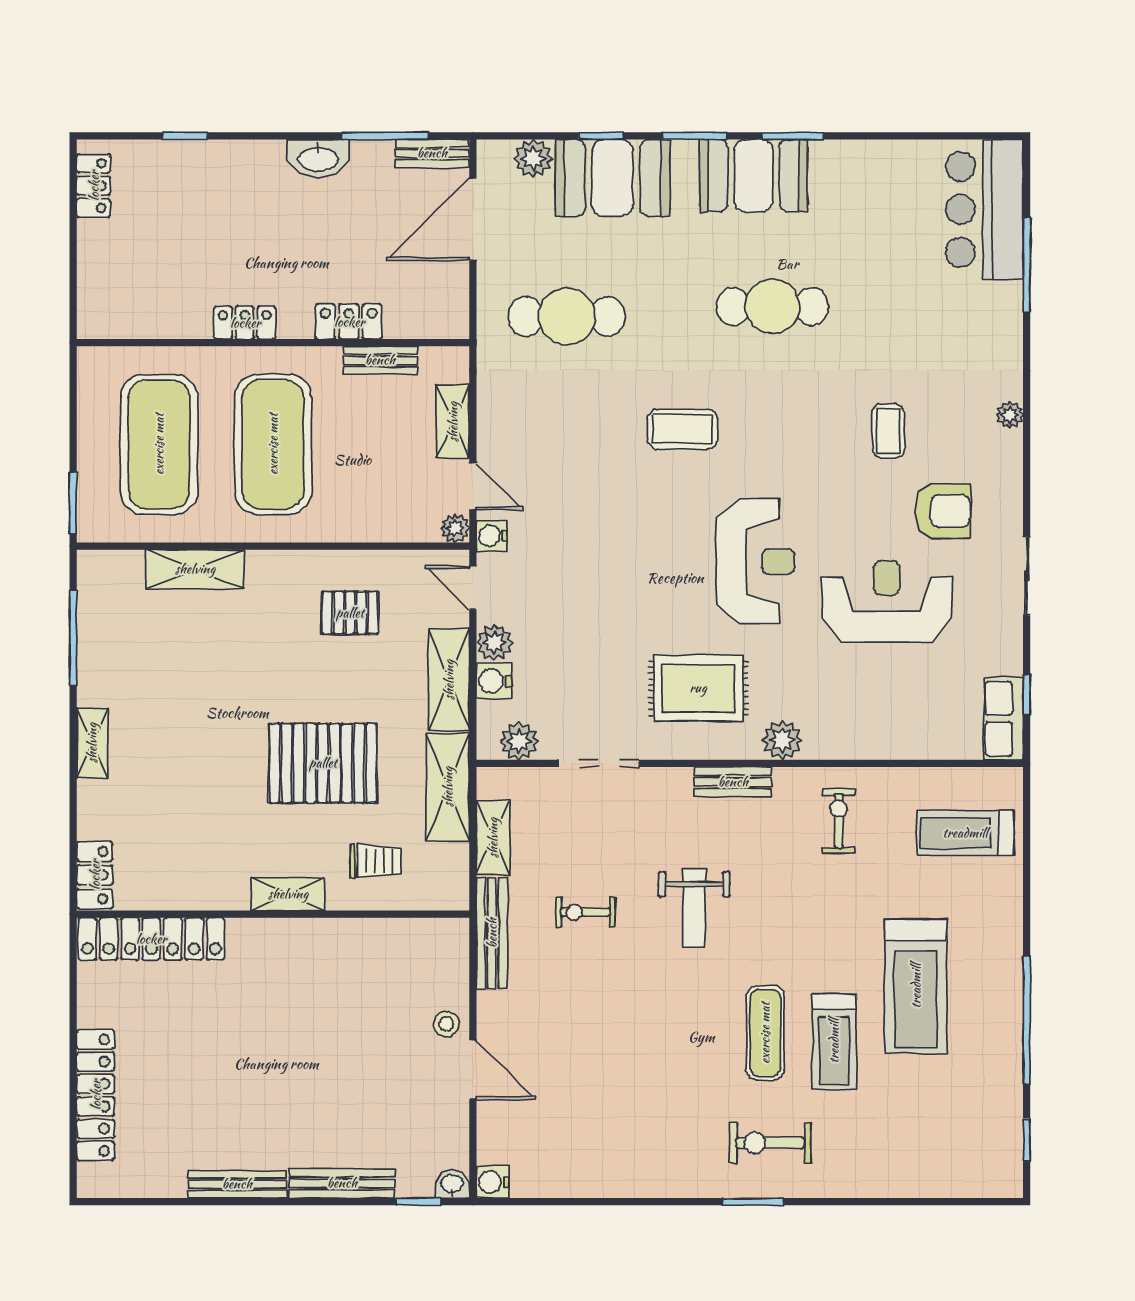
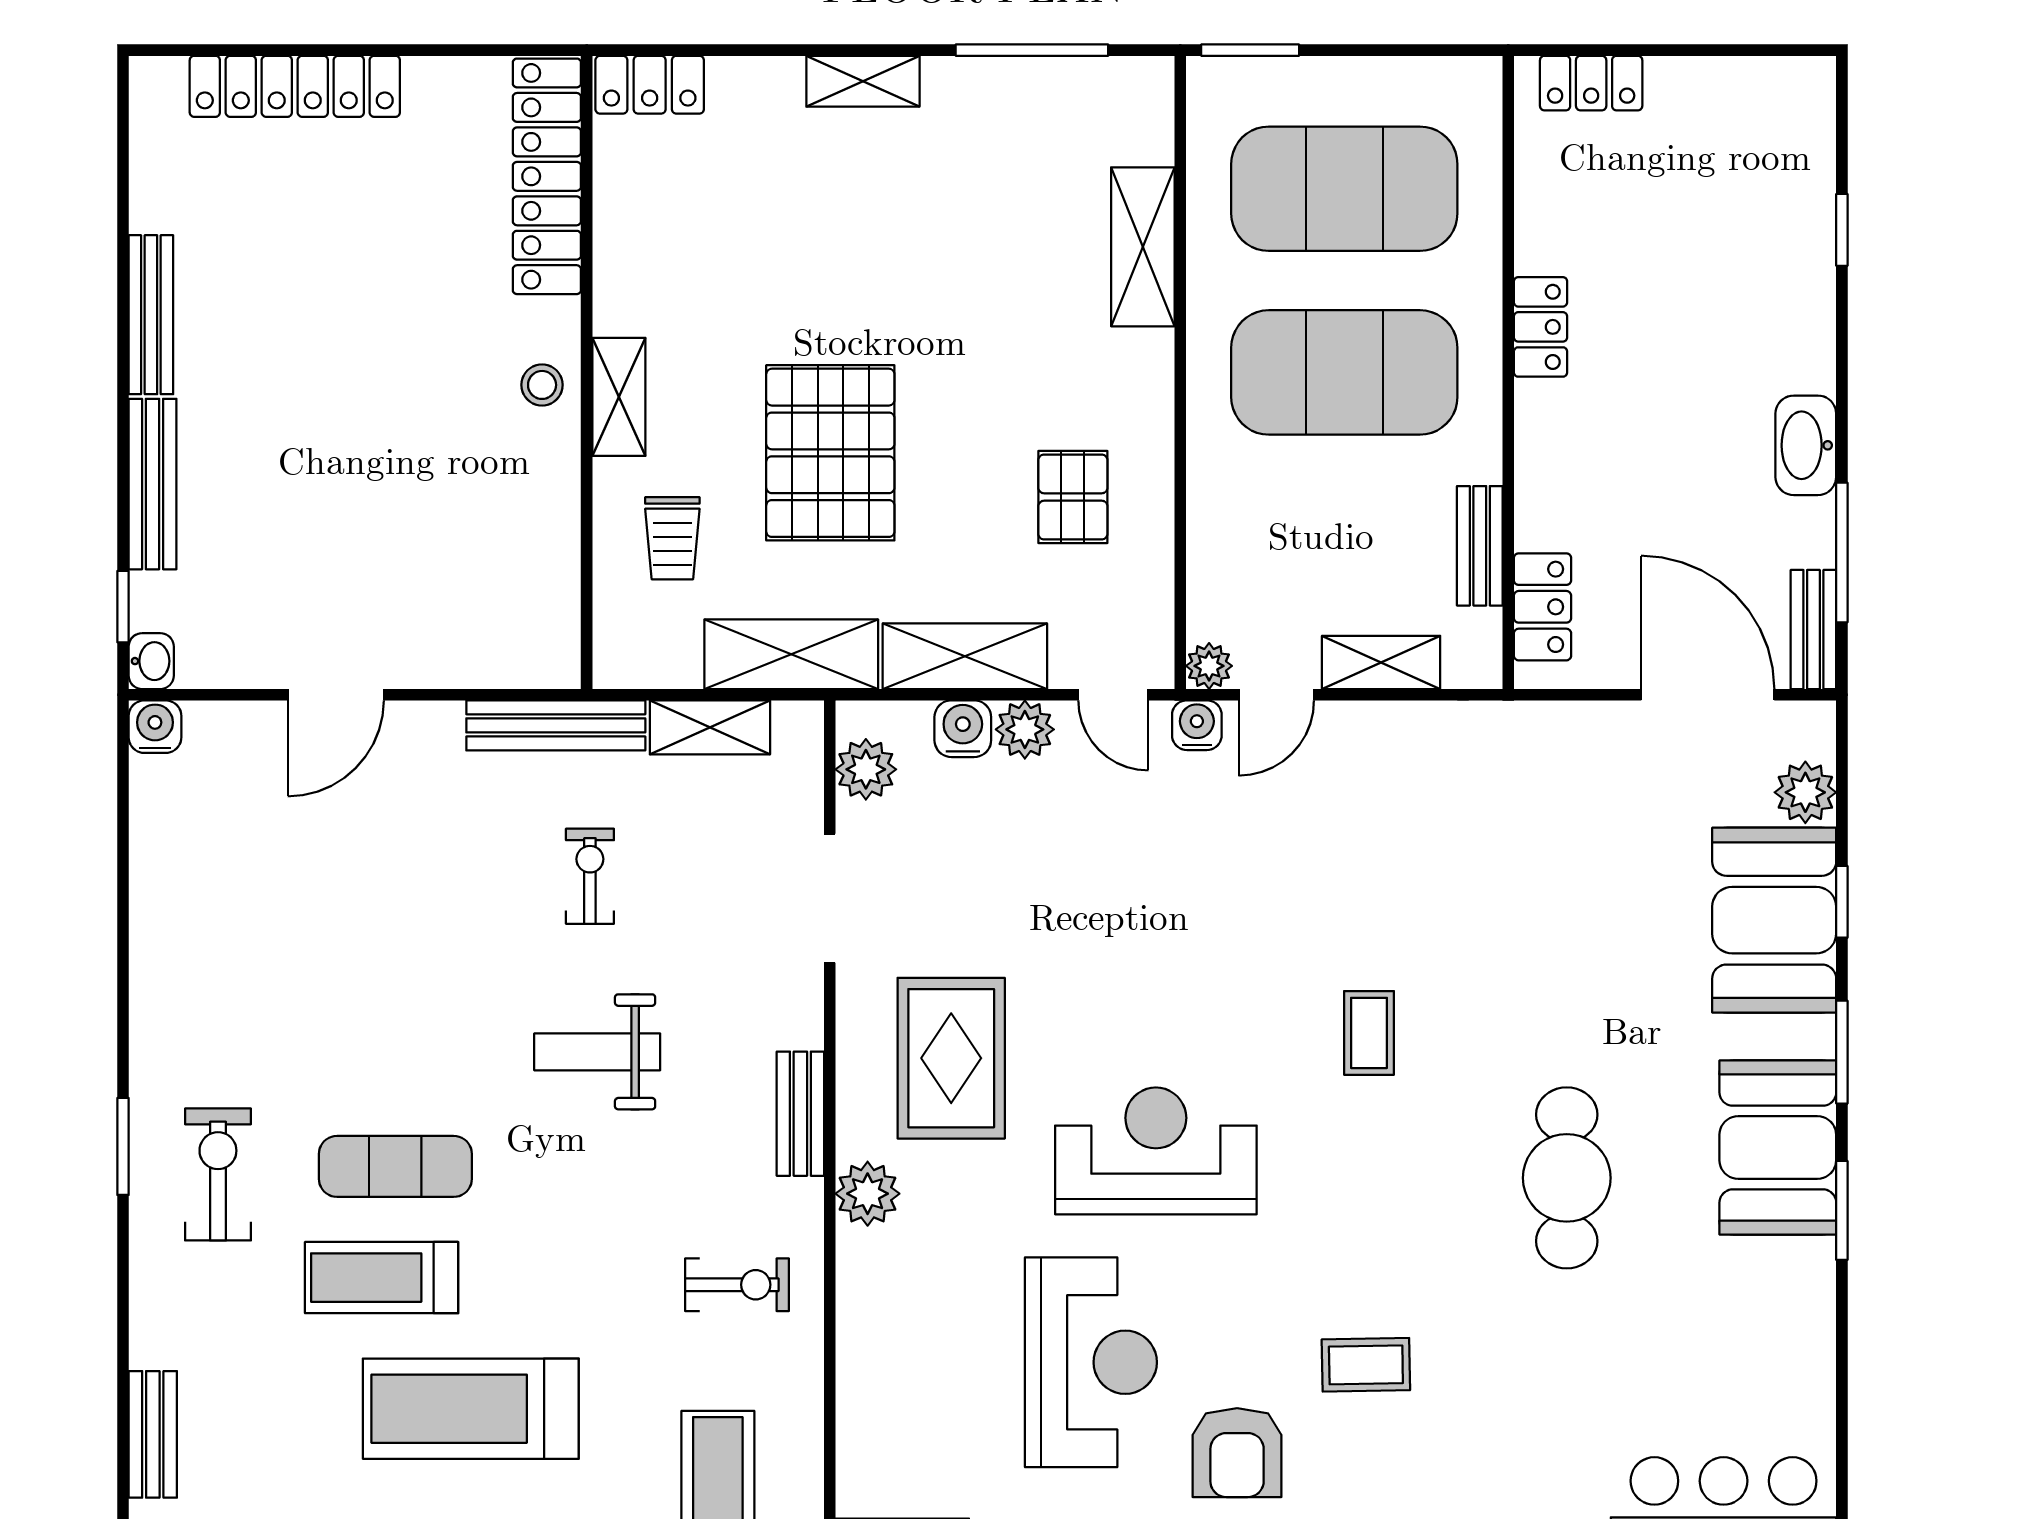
locker: (94, 186) -> (1591, 83), moved
cafe table: (567, 316) -> (1551, 846), removed
locker: (349, 322) -> (1542, 607), moved
coffee table: (682, 429) -> (1369, 1033), width x0.73, depth x0.77
reception desk: (756, 561) -> (1156, 1151), turned 180
door: (473, 588) -> (1113, 695), swing flipped
stool: (446, 1024) -> (542, 385), moved
bench: (931, 1183) -> (153, 1434), added

